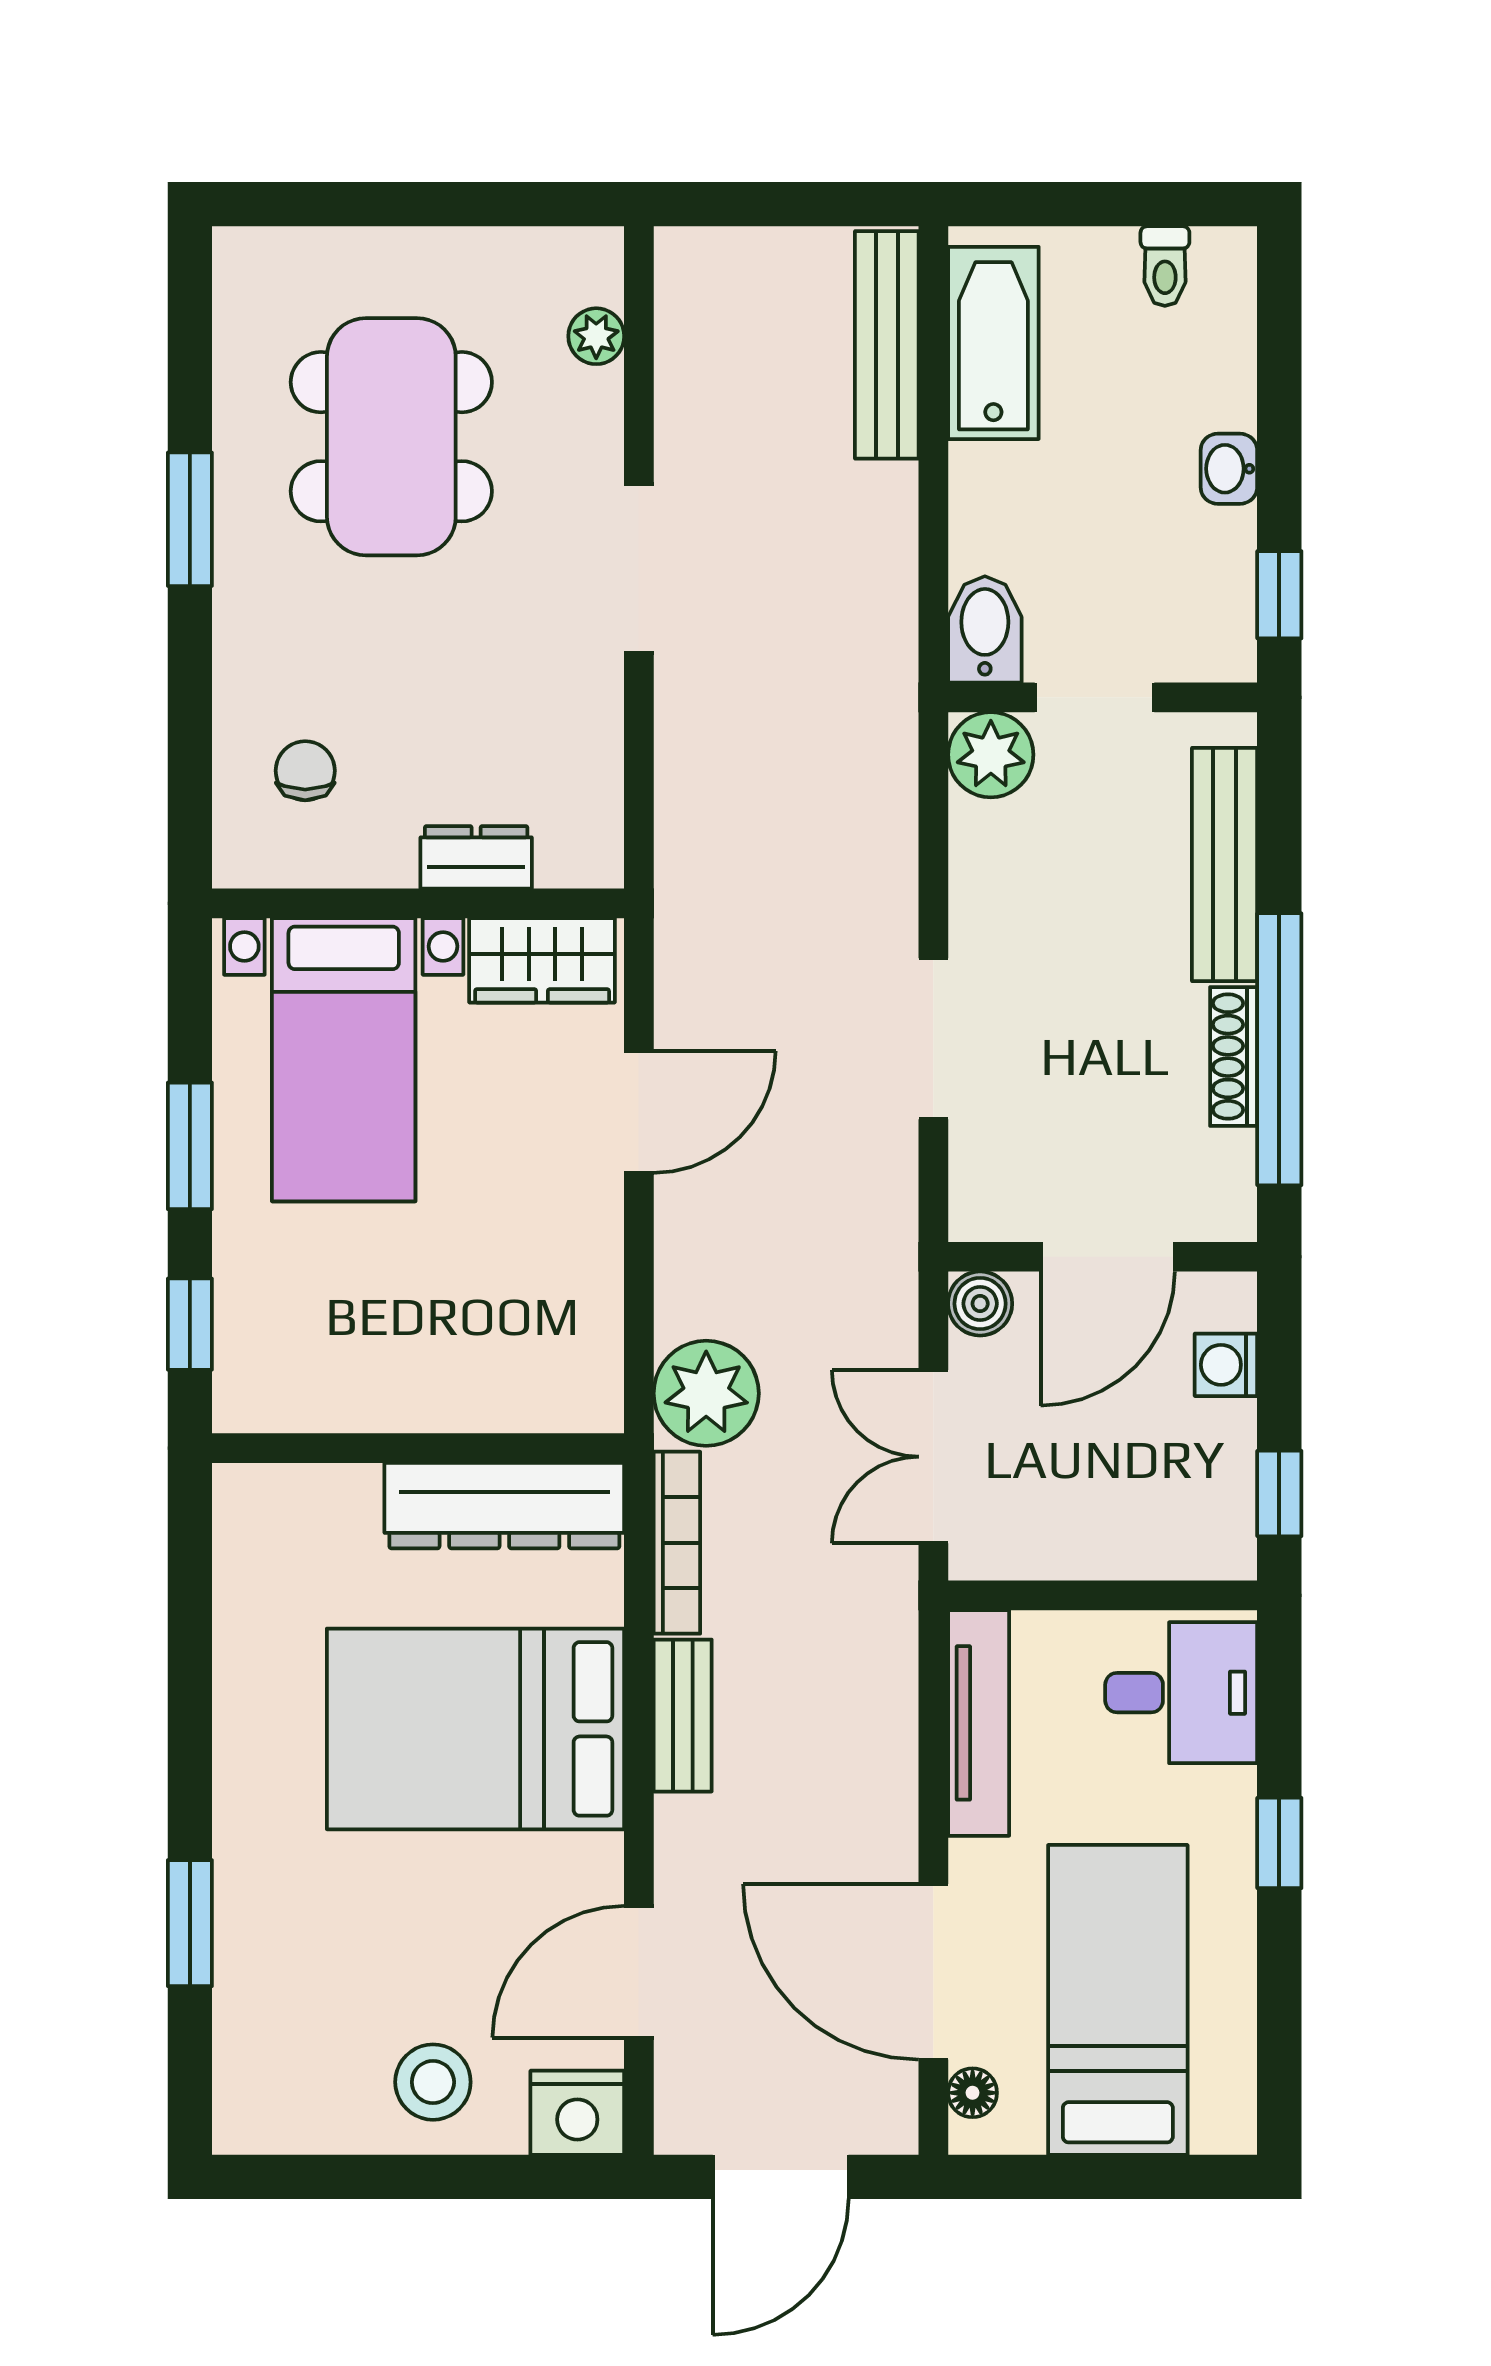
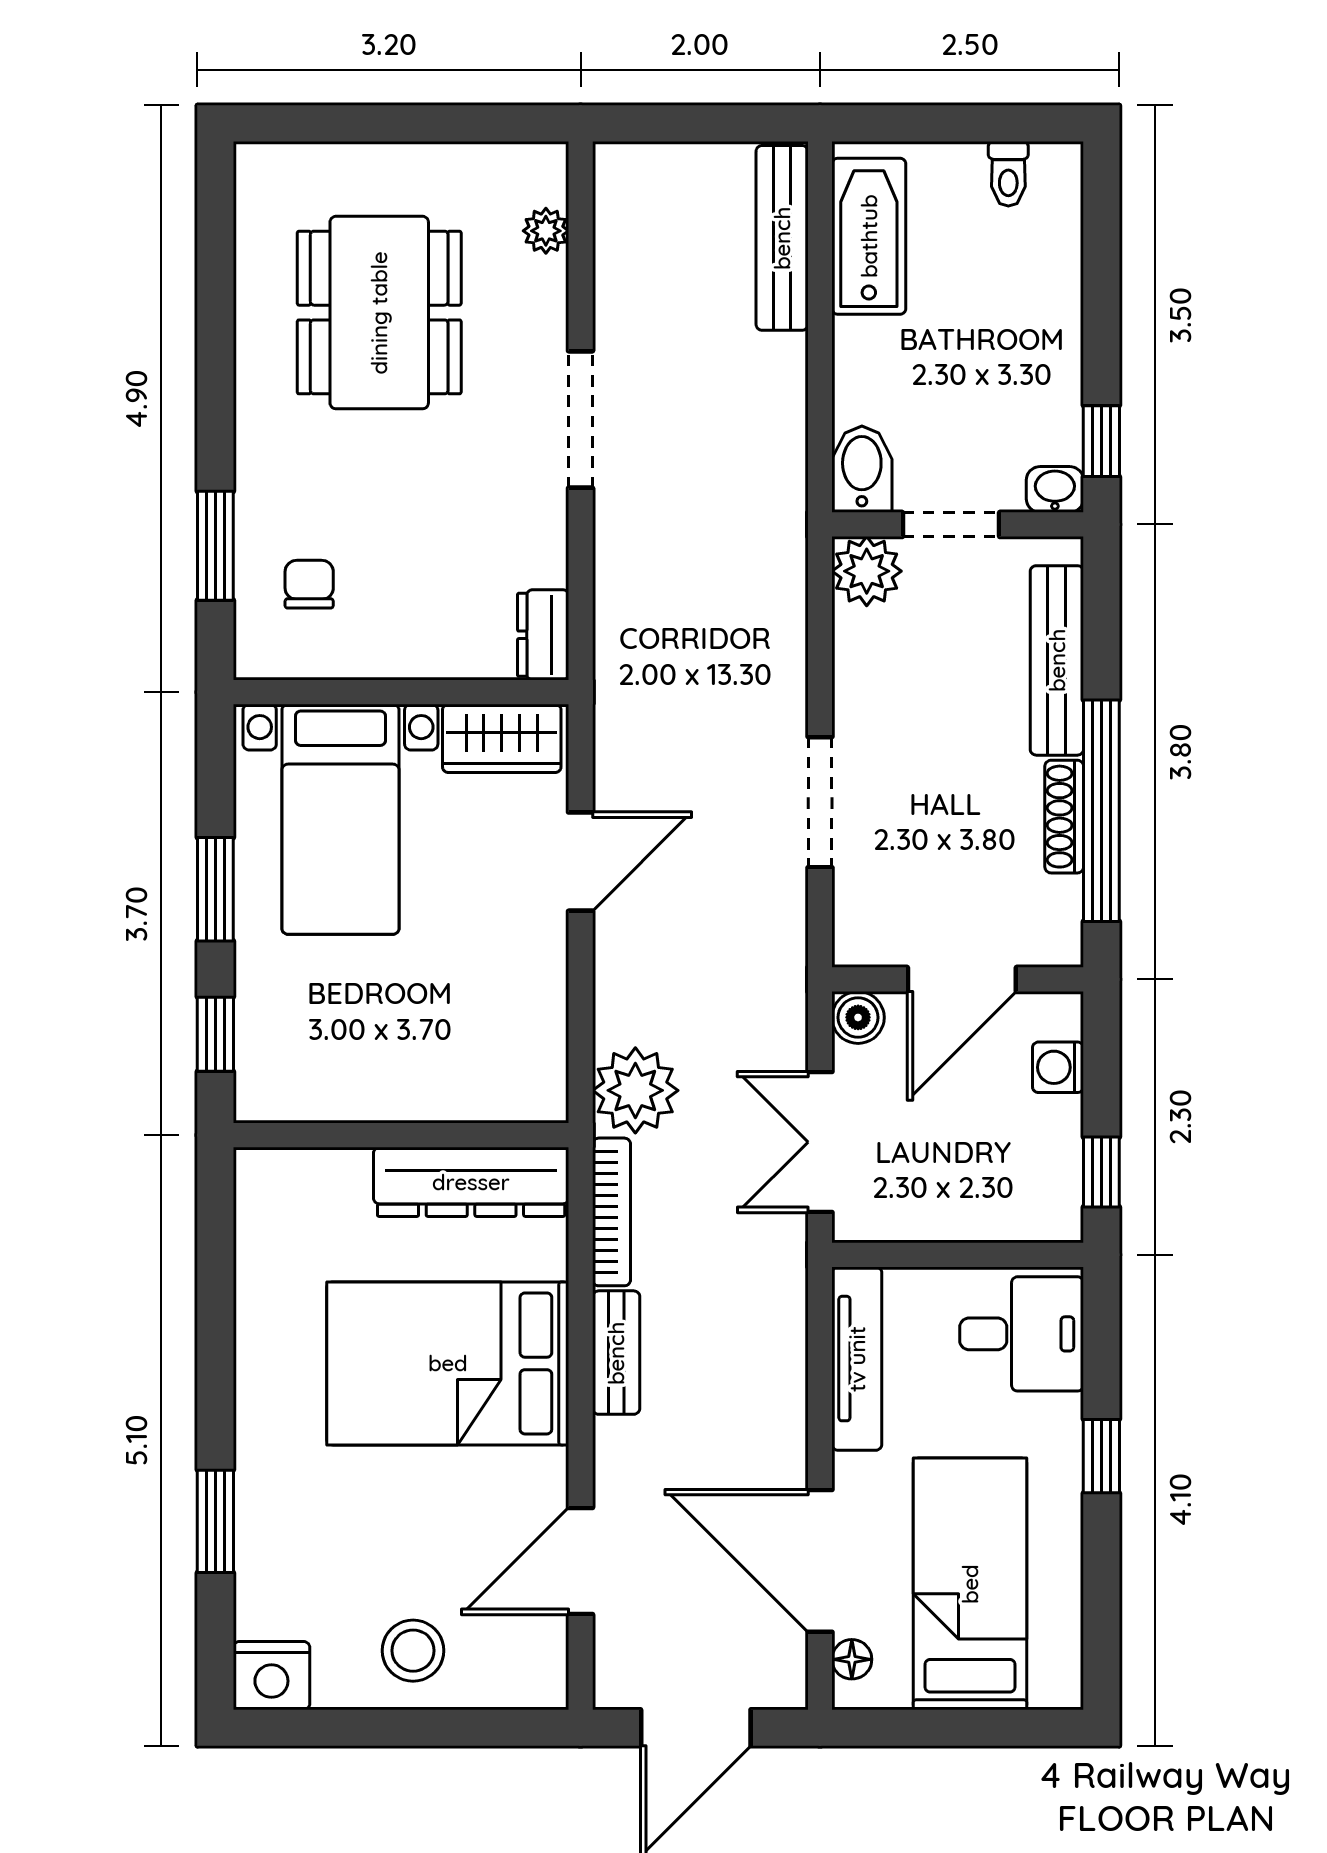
washbasin: (1229, 469) -> (1055, 489), moved, turned 90
window: (190, 519) -> (215, 546), moved
dresser: (476, 857) -> (543, 635), moved, turned -90
nightstand: (577, 2113) -> (271, 1676), moved

